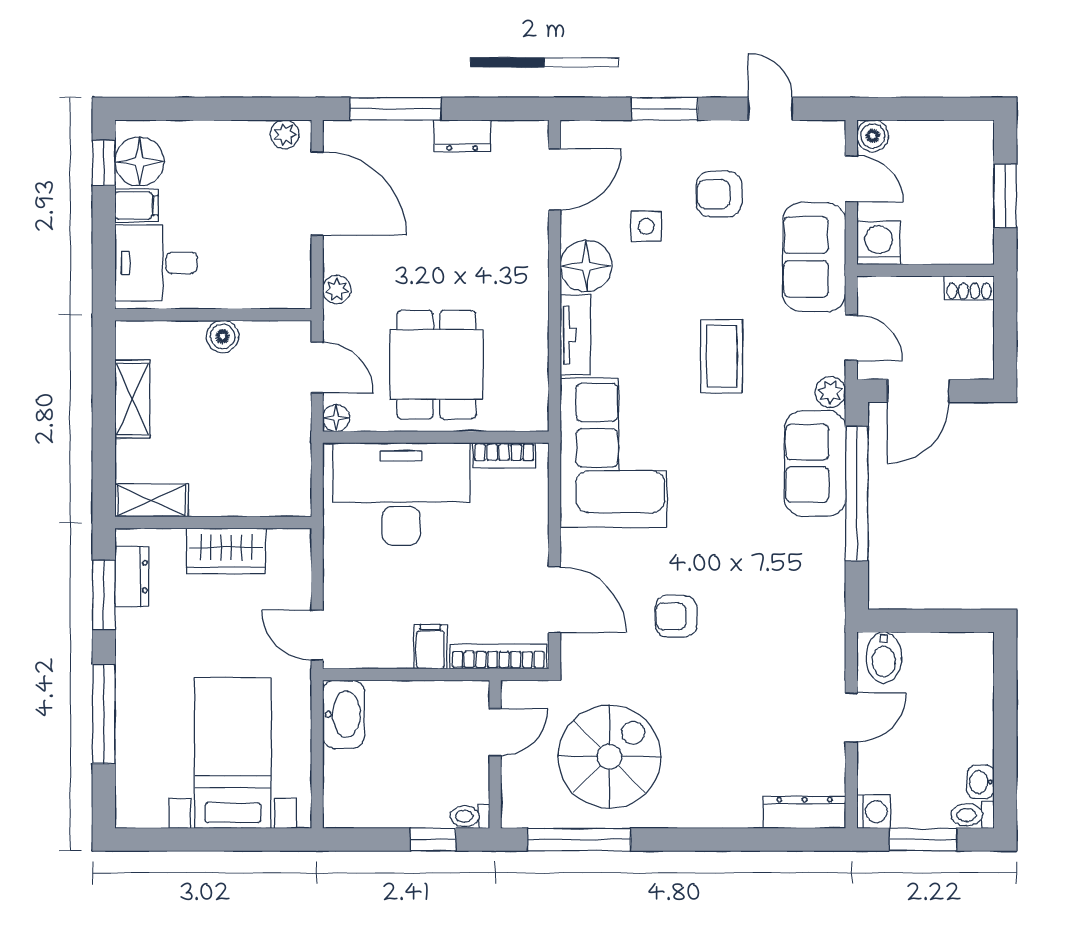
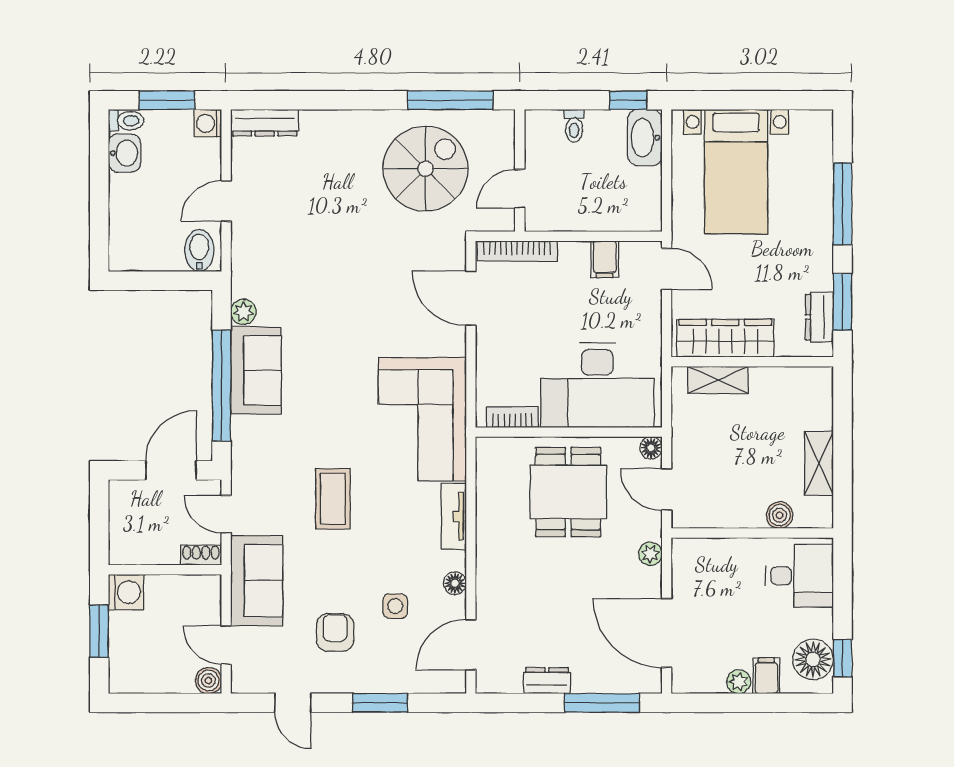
plant: (285, 134) -> (739, 682), moved
armchair: (719, 194) -> (335, 633), turned -90
filing cabinet: (137, 205) -> (766, 676), moved, turned 90
washing machine: (879, 243) -> (126, 592), moved, turned -90
floor lamp: (586, 266) -> (455, 583), width x0.53, depth x0.53
shoe rack: (969, 288) -> (201, 555), moved
boiler: (223, 336) -> (780, 515), moved
plant: (830, 392) -> (243, 312), moved
sofa: (815, 463) -> (256, 370), moved
shelving: (152, 500) -> (718, 380), moved
wardrobe: (226, 551) -> (725, 338), width x1.50
armchair: (676, 616) -> (371, 284), removed
filing cabinet: (430, 647) -> (605, 259), moved
washbasin: (344, 714) -> (645, 138), moved
spiral stairs: (609, 757) -> (426, 169), turned 180
washbasin: (981, 782) -> (124, 153), width x1.38, depth x1.45
toilet: (470, 816) -> (574, 126), moved, turned 90
window: (433, 840) -> (628, 100), moved

